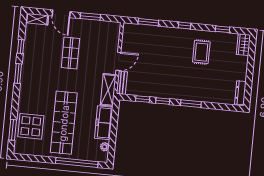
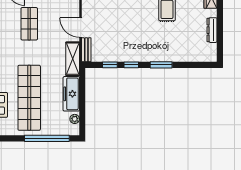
door: (118, 61) -> (81, 28), swing flipped
dresser: (240, 93) -> (212, 30), moved

